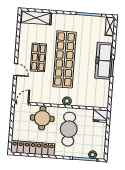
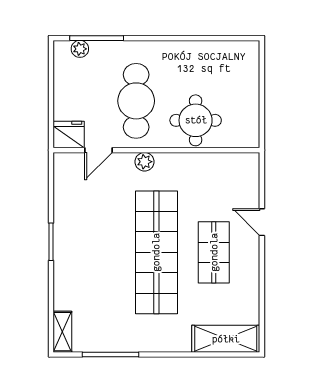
freezer: (104, 61) -> (70, 256), removed
door: (22, 103) -> (99, 150), moved
locker: (33, 148) -> (211, 54), removed

